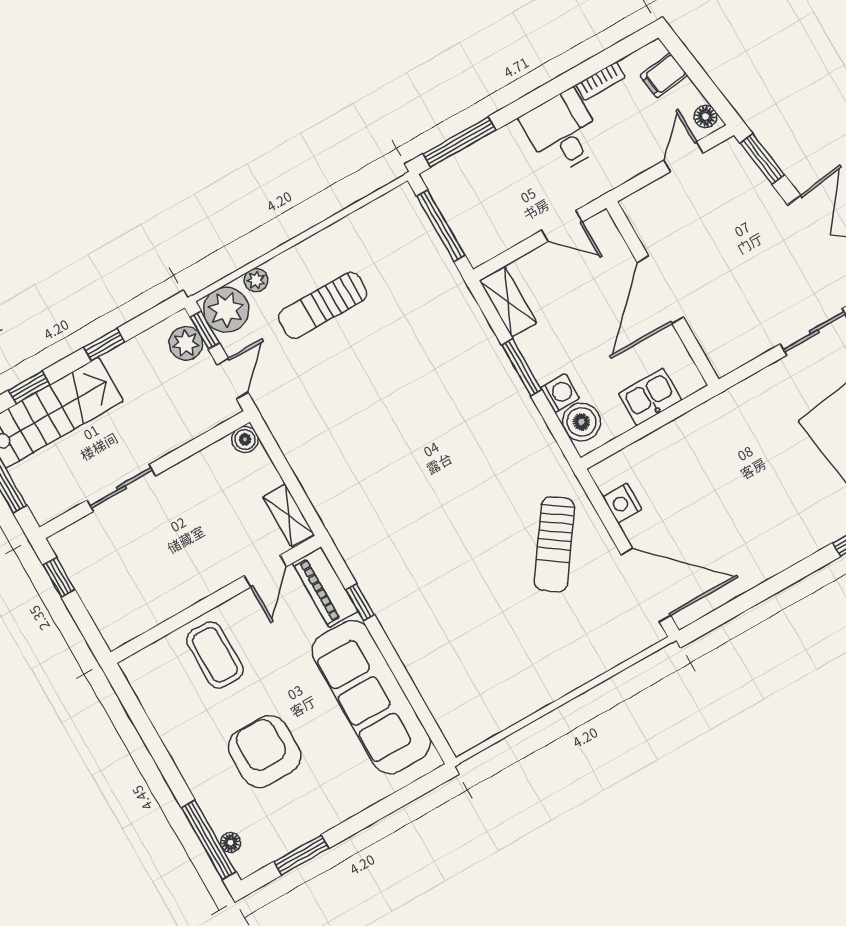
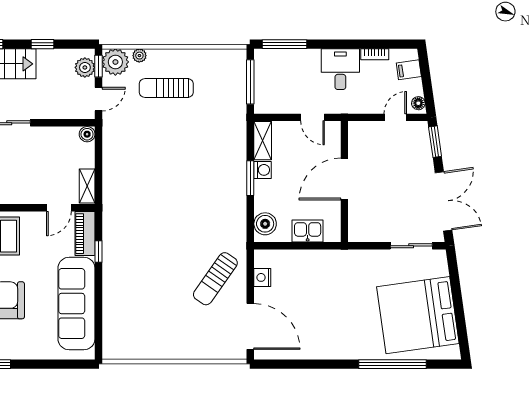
washing machine: (560, 393) -> (263, 170), moved

